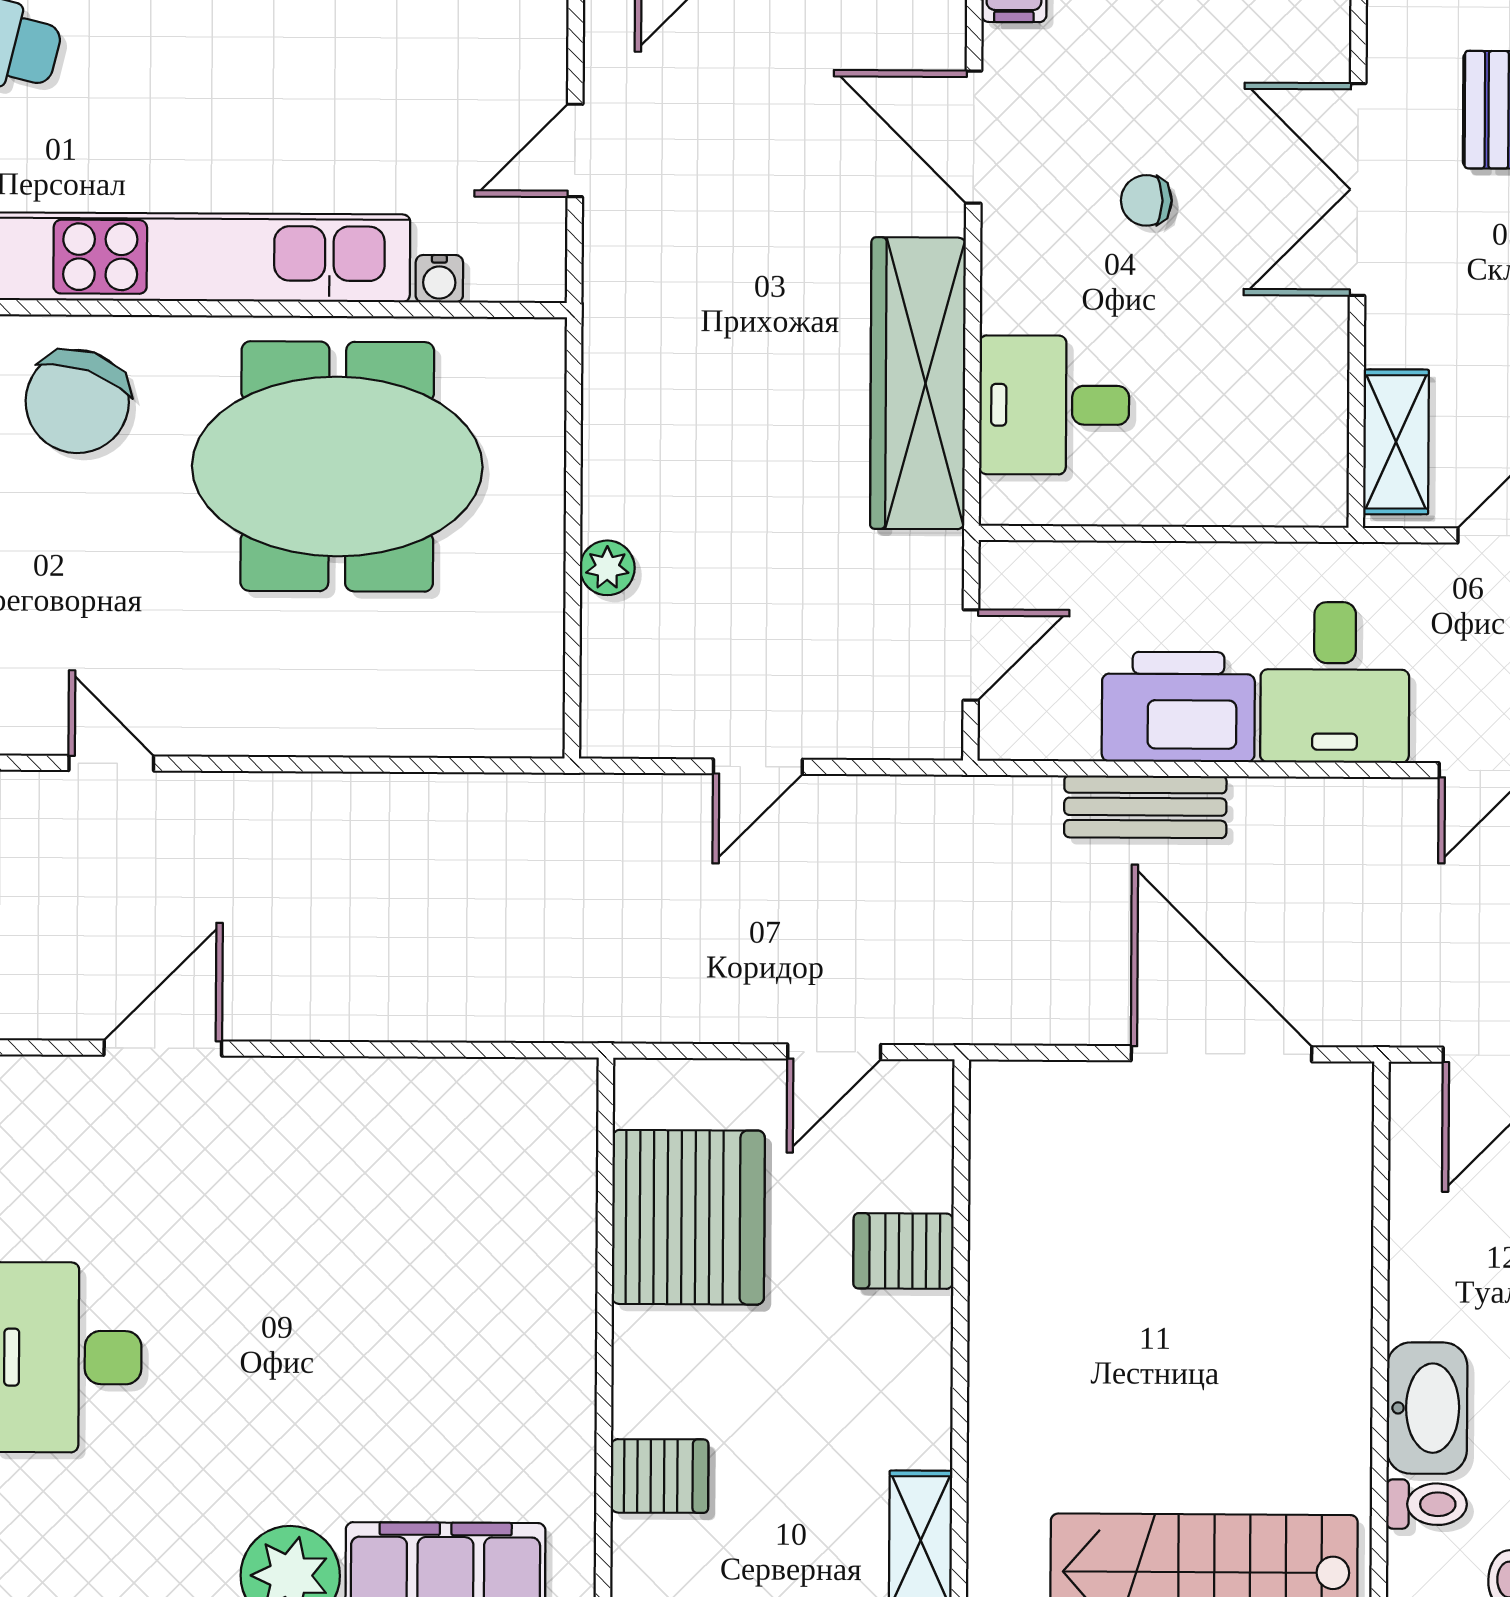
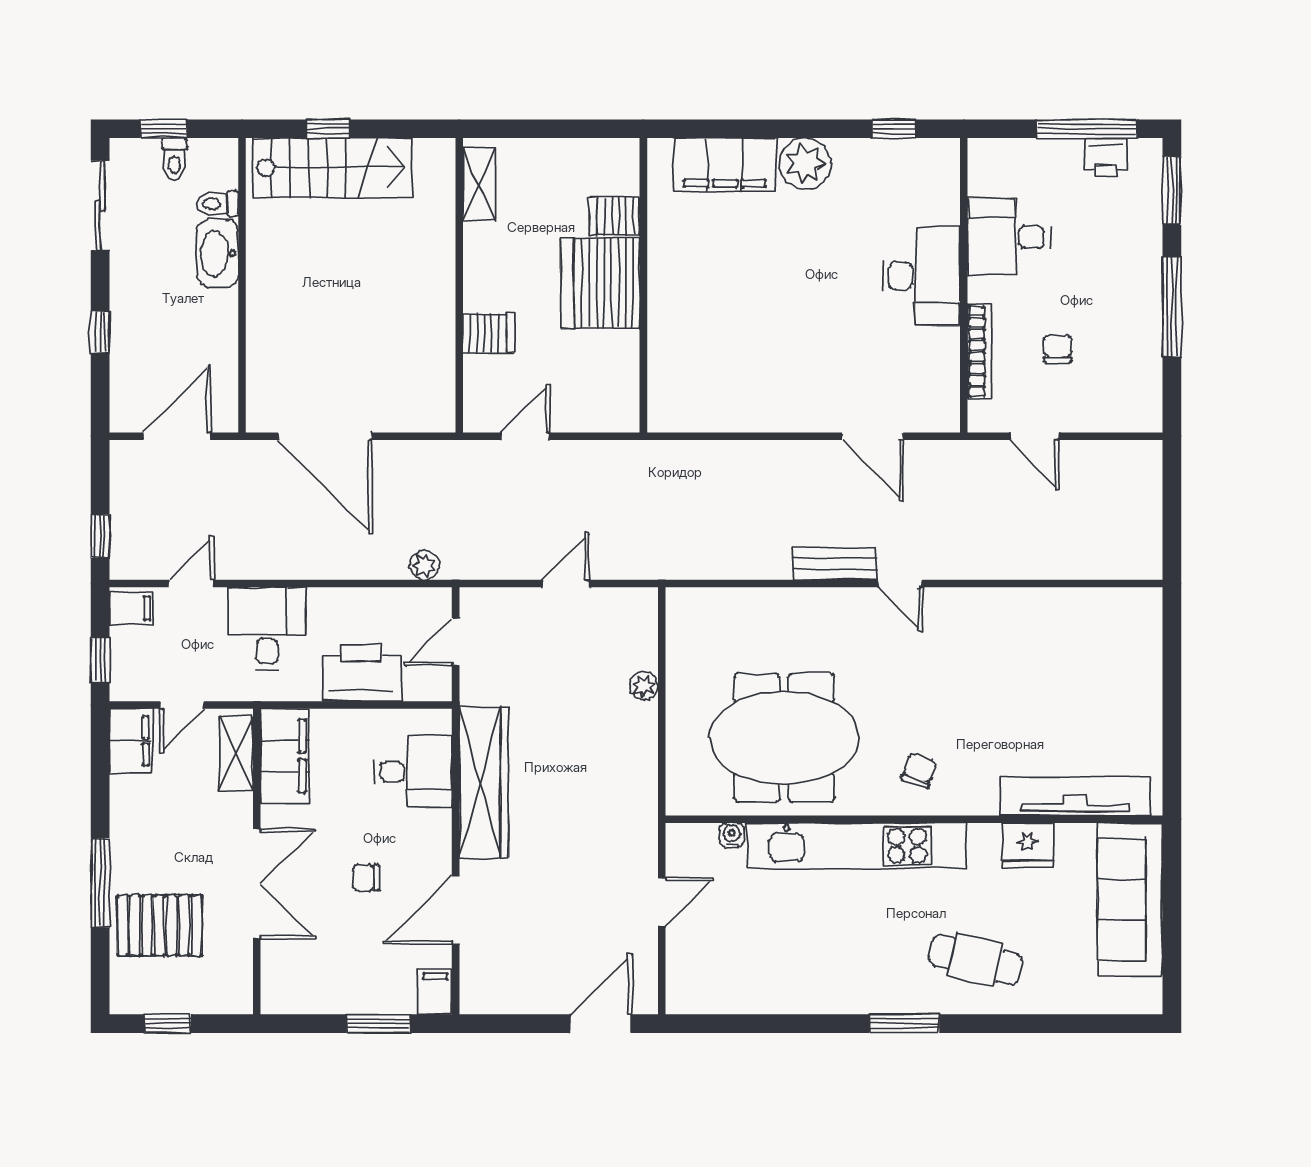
door: (974, 137) -> (456, 910), swing flipped
chair: (1146, 200) -> (366, 878), turned 180
chair: (77, 401) -> (919, 771), width x0.54, depth x0.54
filing cabinet: (1302, 436) -> (285, 756), added
printer: (1178, 707) -> (362, 673), moved, turned 180
plant: (1030, 804) -> (424, 565), added
bench: (1145, 807) -> (835, 564), moved
door: (163, 1048) -> (873, 436), hinge flipped
server rack: (688, 1217) -> (600, 283), moved

